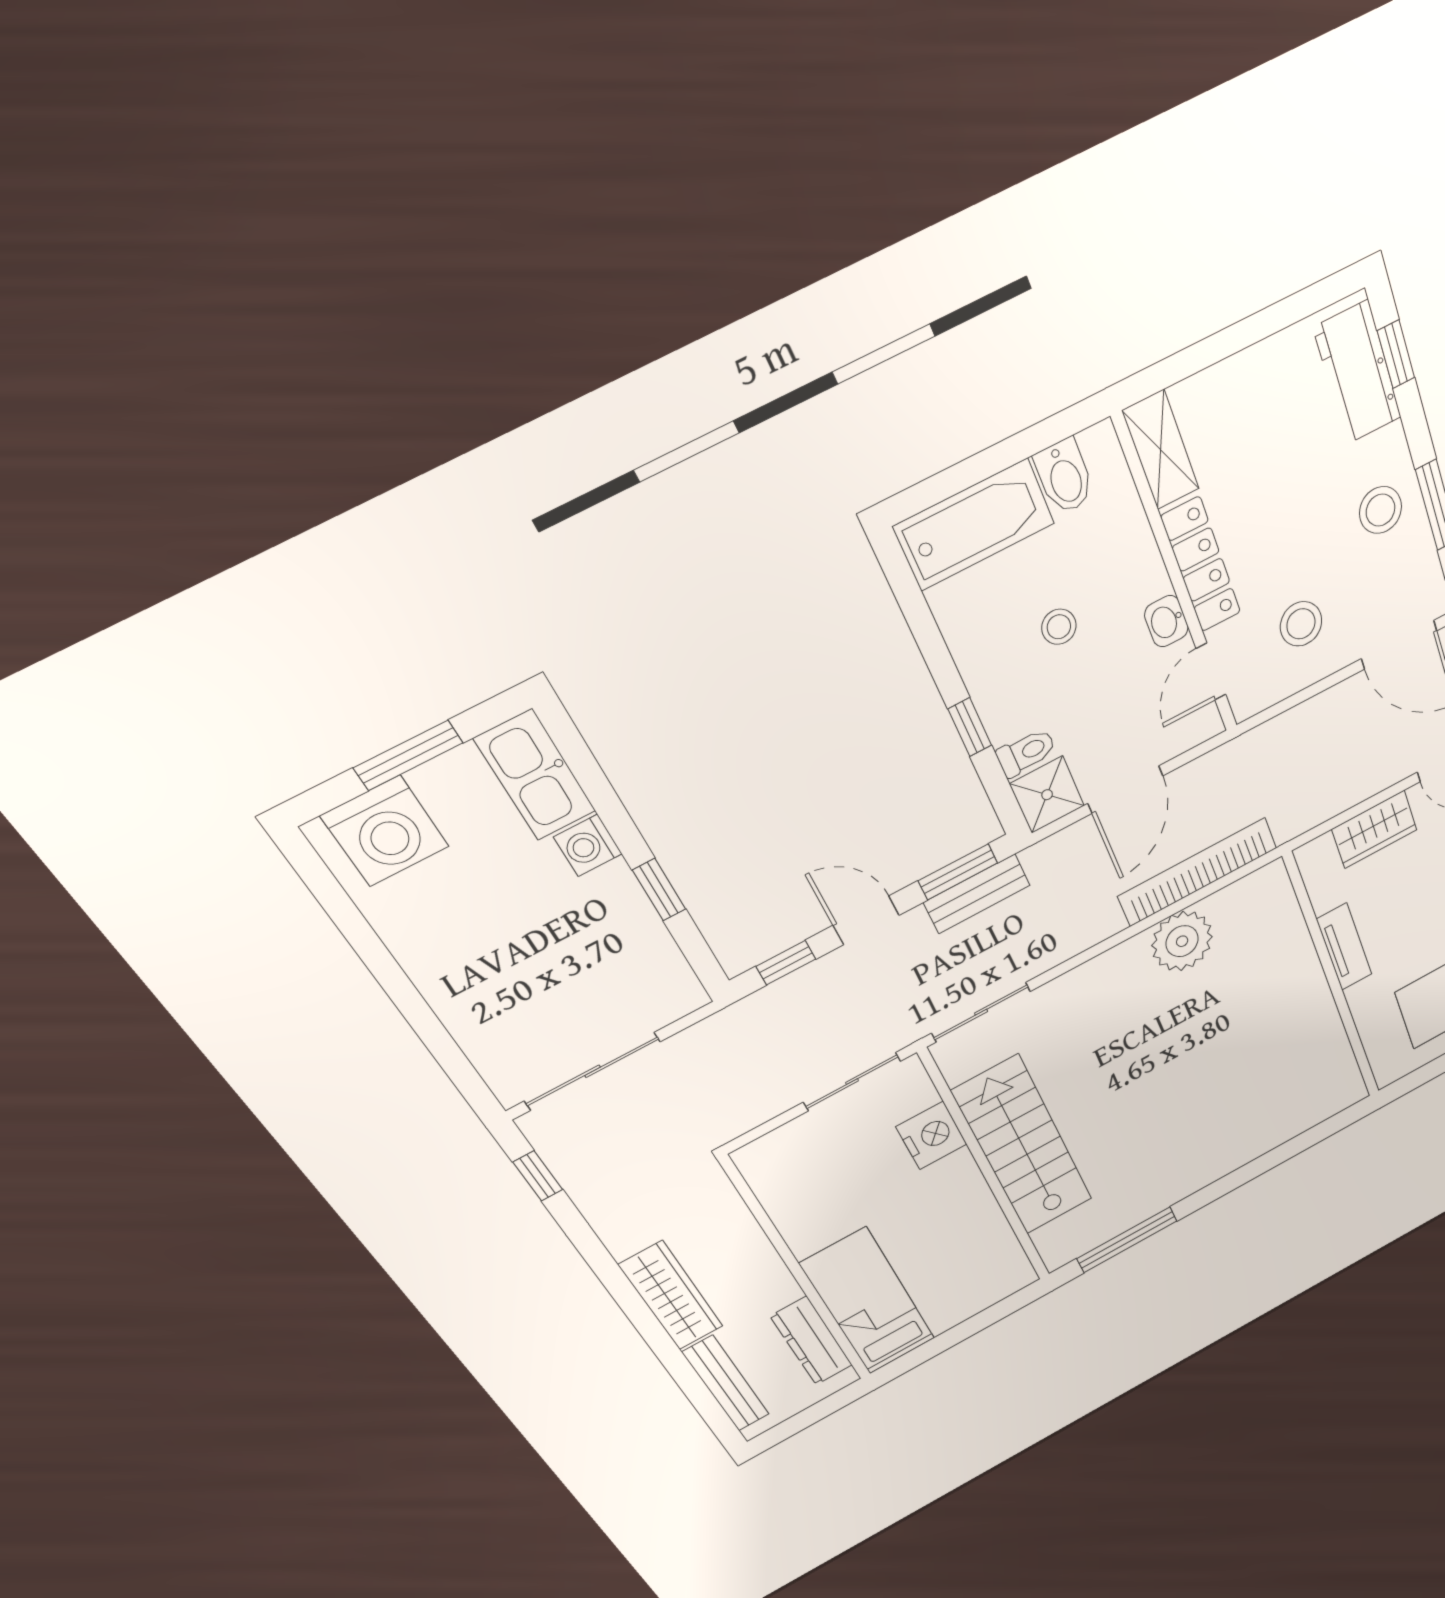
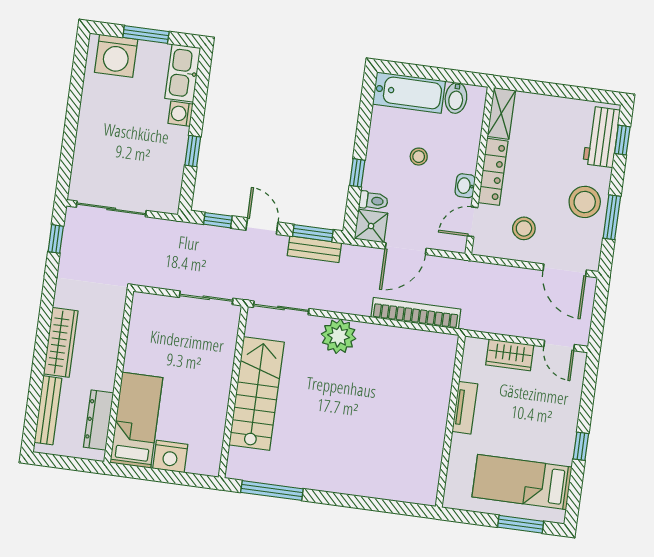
stool: (1380, 510) -> (585, 202), width x1.38, depth x1.38
plant: (1182, 941) -> (339, 336), moved
nightstand: (932, 1136) -> (170, 456), moved, turned 90

